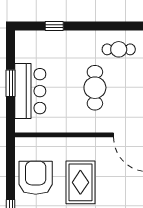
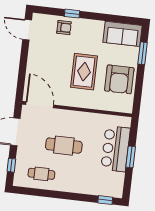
window: (54, 26) -> (105, 200), moved
cafe table: (95, 88) -> (64, 146), turned 90

